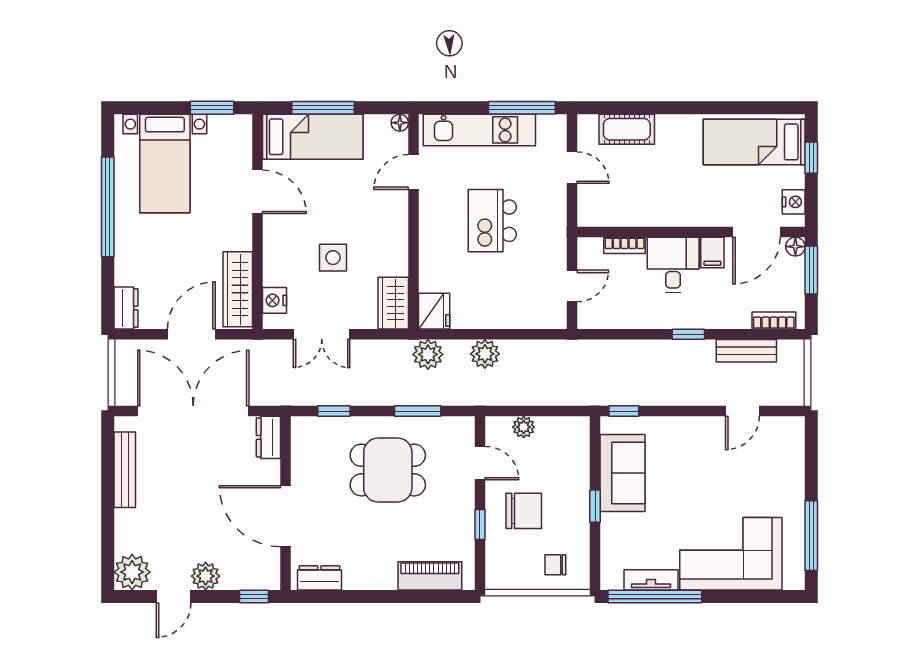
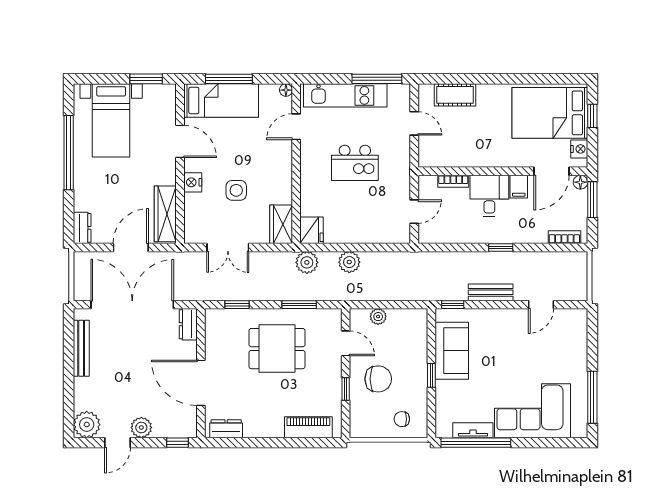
bed: (754, 142) -> (550, 113), width x1.50
kitchen island: (492, 221) -> (355, 163), turned -90
nightstand: (274, 300) -> (193, 182), moved
bench: (746, 351) -> (491, 292), moved

